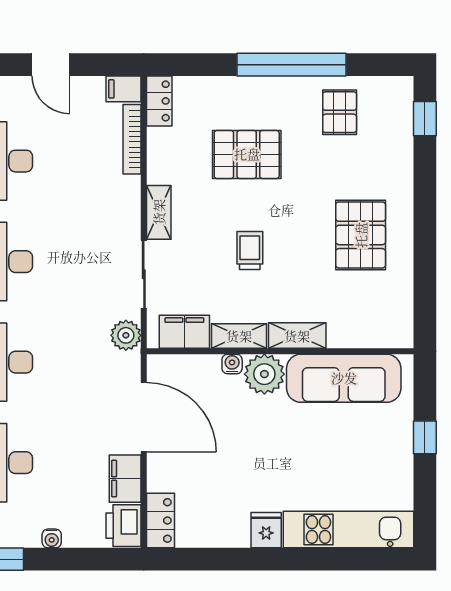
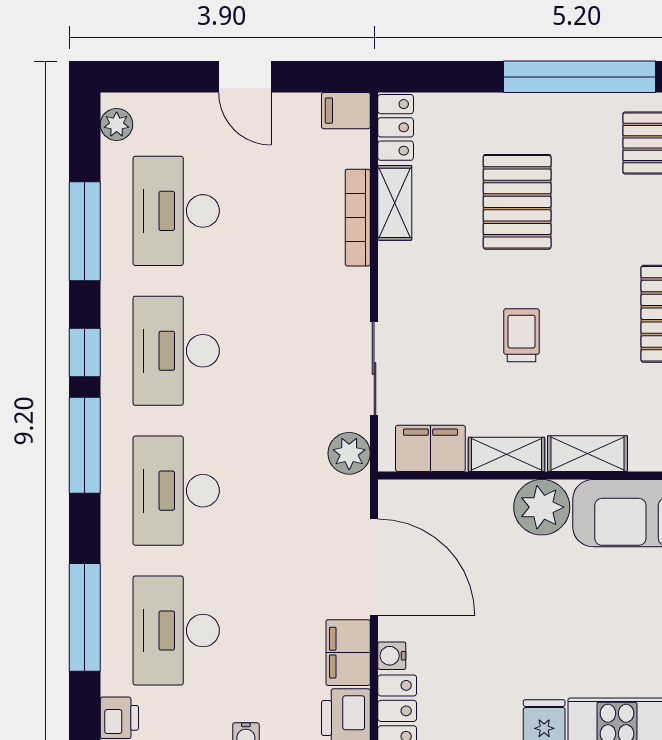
bookcase: (132, 139) -> (358, 218), moved
pallet: (247, 154) -> (517, 202), turned 90
shelving: (159, 212) -> (395, 203), moved
water cooler: (232, 364) -> (392, 656), moved, turned -90

